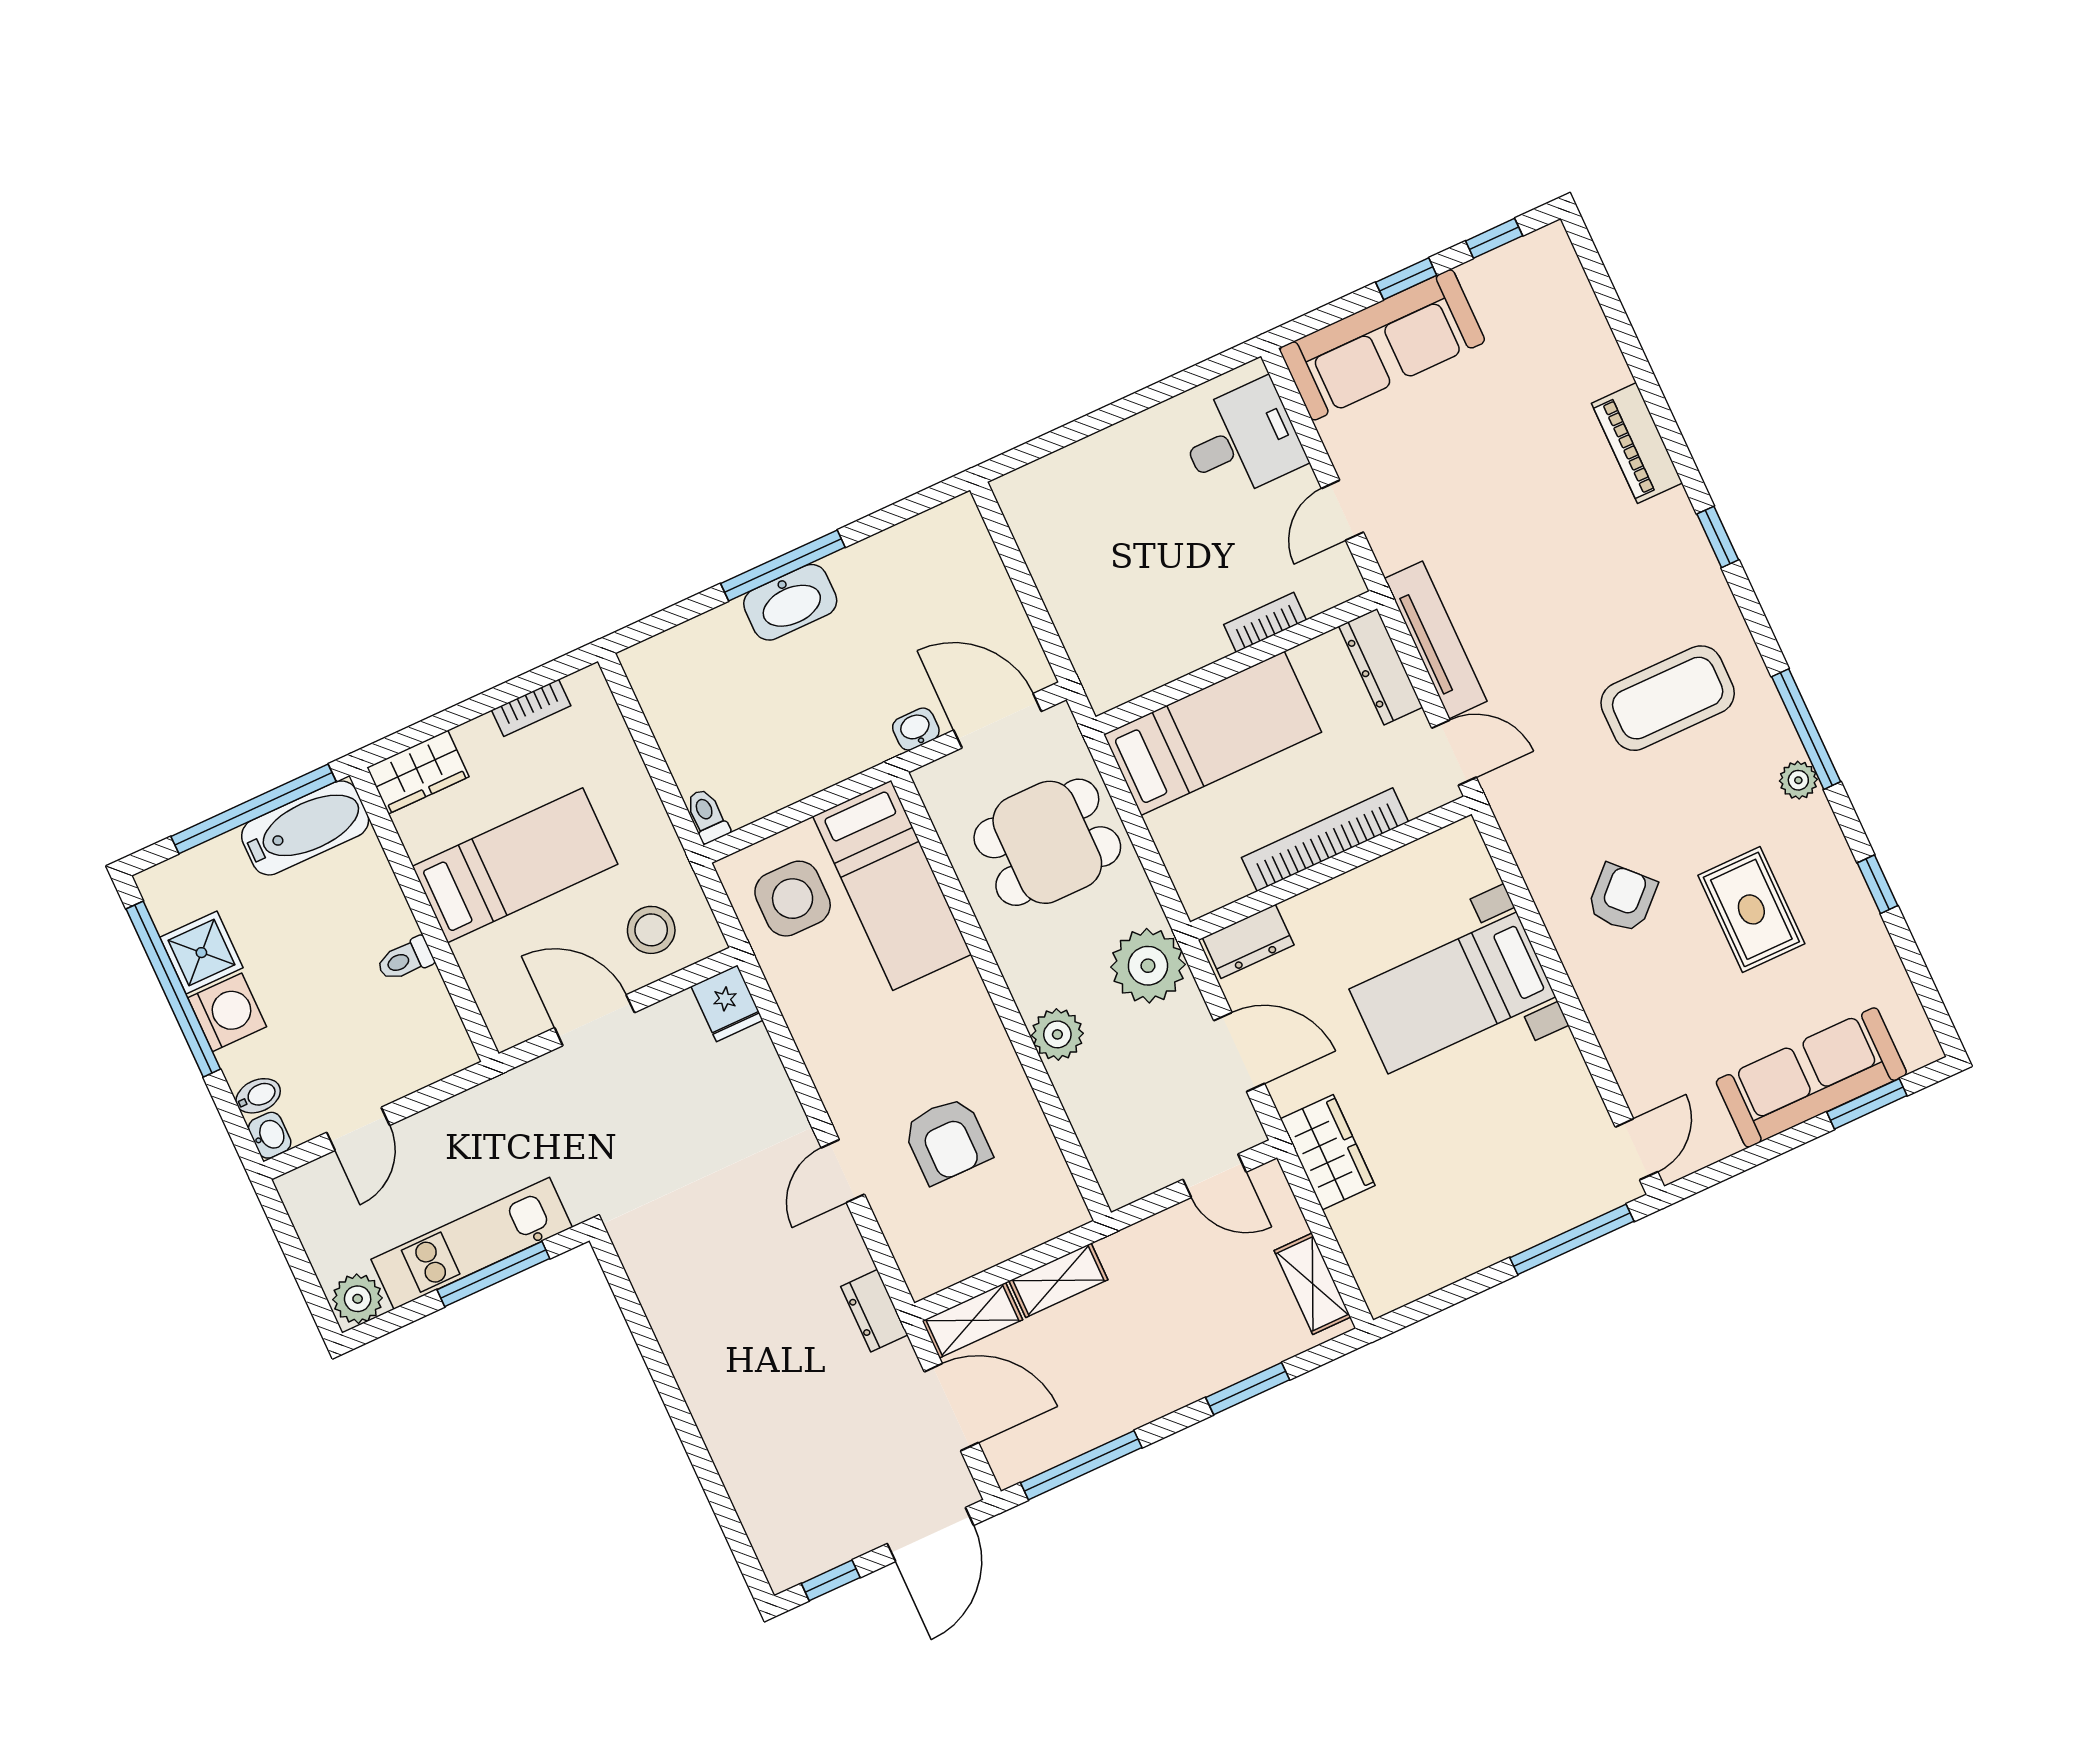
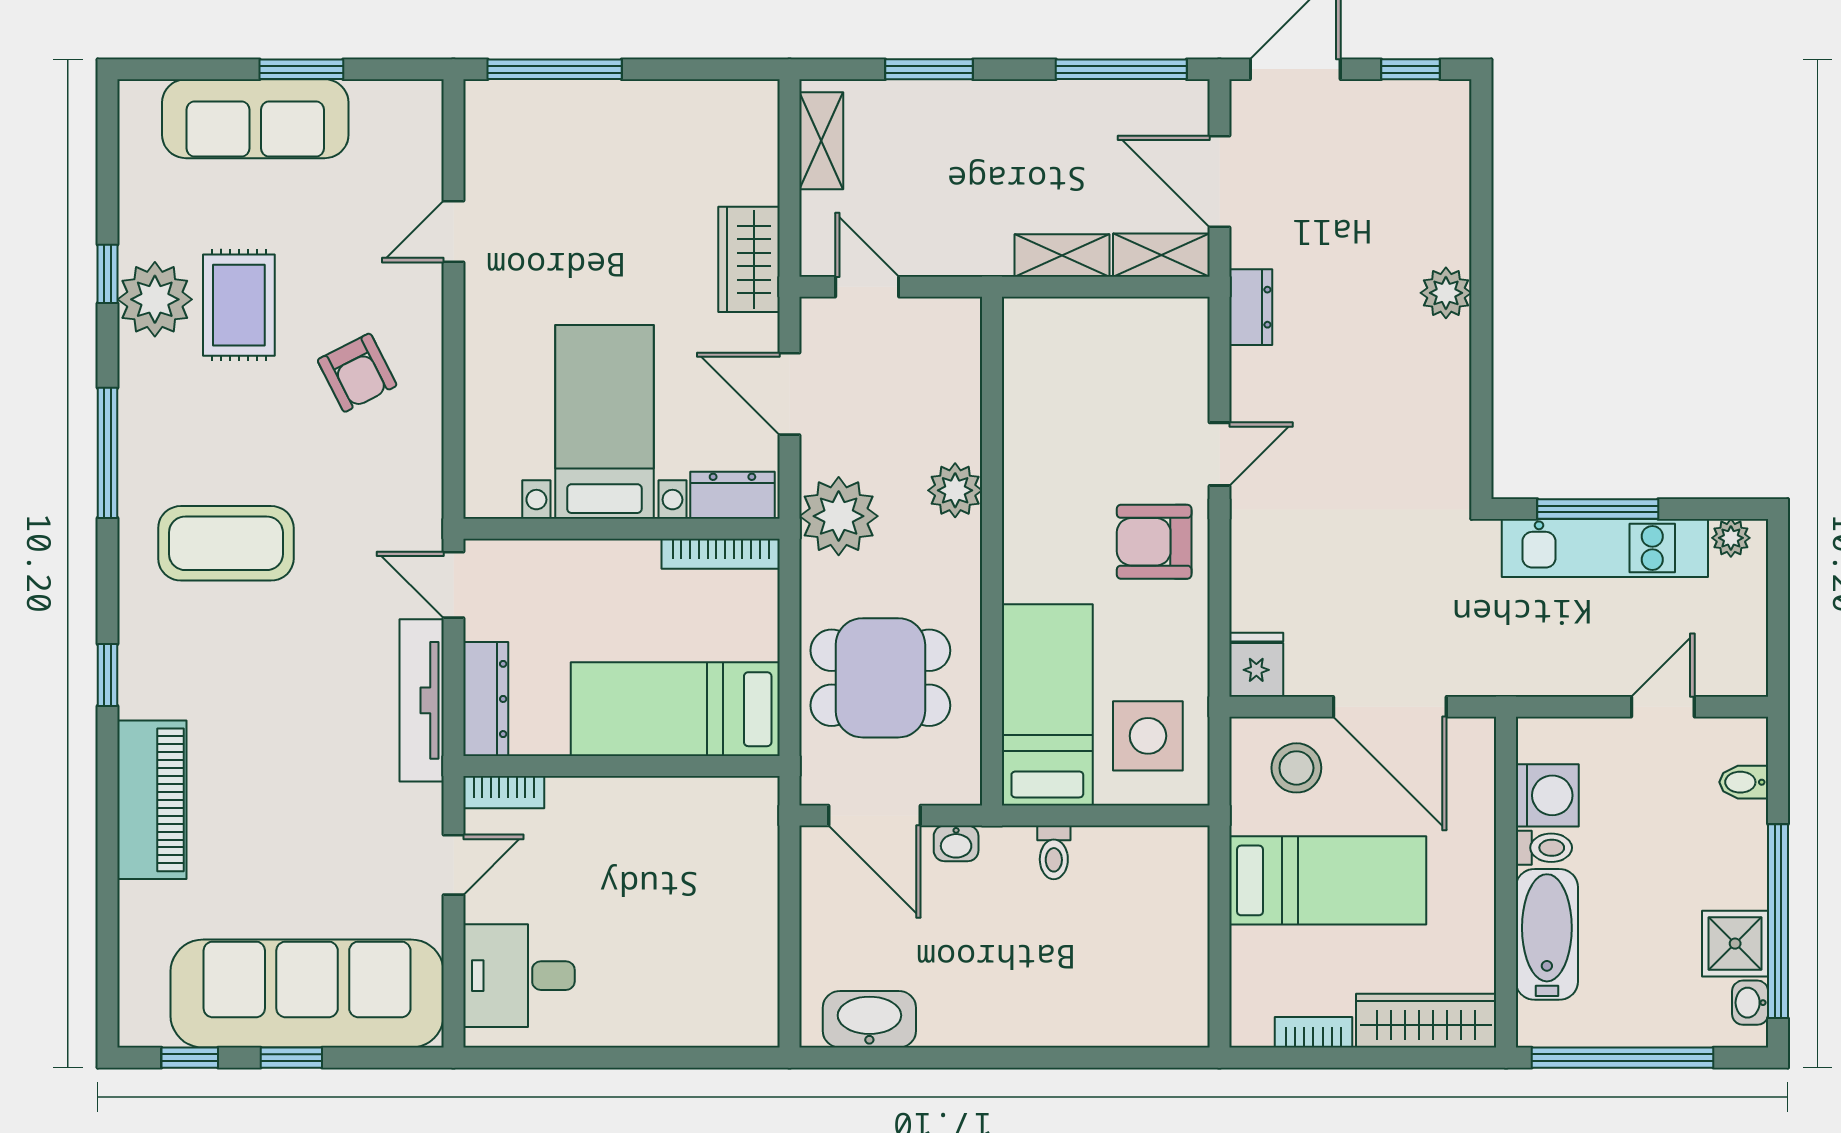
sofa: (1382, 345) -> (307, 994), width x1.36, depth x1.27
piano: (1637, 443) -> (152, 800), width x1.37, depth x1.33
window: (783, 565) -> (1011, 1058), removed
washbasin: (790, 602) -> (869, 1019), moved
bookcase: (1265, 622) -> (504, 792), moved
wardrobe: (418, 772) -> (1426, 1021), width x1.50
plant: (1798, 780) -> (155, 299), moved, width x1.87, depth x1.87
toilet: (707, 816) -> (1054, 852), moved
bathtub: (305, 828) -> (1547, 934), moved, turned 90
bookcase: (1325, 840) -> (721, 554), moved, width x0.68, depth x0.76
bed: (515, 865) -> (1328, 880), moved, turned 180
armchair: (1622, 898) -> (357, 373), turned -73
bed with nightstands: (1452, 993) -> (604, 422), moved, turned -90
washing machine: (227, 1012) -> (1547, 795), moved, turned 180
door: (595, 1020) -> (1390, 707), width x1.36
window: (1867, 1104) -> (301, 69), moved
washbasin: (270, 1135) -> (1750, 1003), moved
armchair: (947, 1140) -> (1154, 542), moved, turned -90
door: (1637, 1149) -> (453, 231), moved
plant: (358, 1299) -> (1731, 538), width x0.73, depth x0.73
plant: (711, 1401) -> (1446, 293), added

